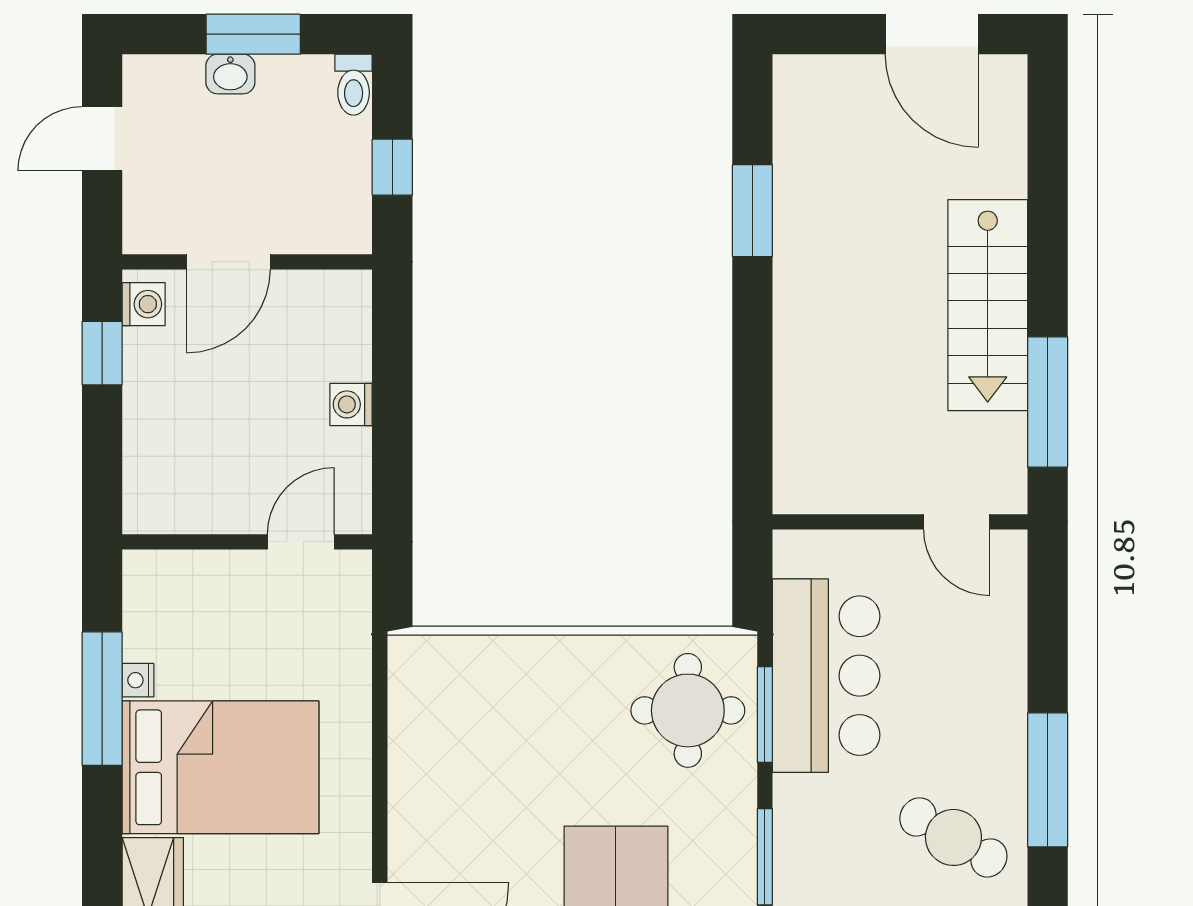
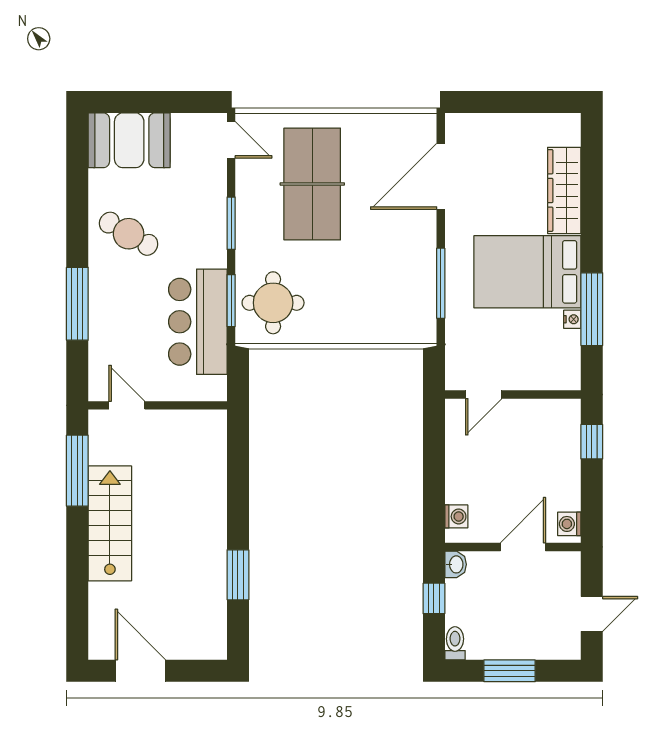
washbasin: (230, 74) -> (456, 564), moved, turned 90
window: (102, 353) -> (592, 442), moved
washing machine: (351, 404) -> (456, 516), moved
window: (380, 746) -> (441, 283), added
window: (1048, 780) -> (77, 304), moved

